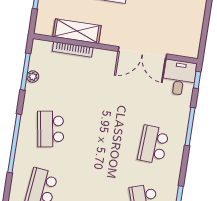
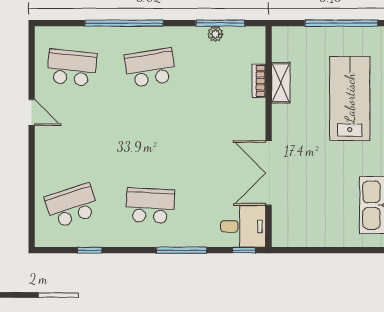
shelving: (77, 31) -> (281, 83), width x0.67, depth x0.75
bookcase: (73, 49) -> (259, 81), width x0.64

